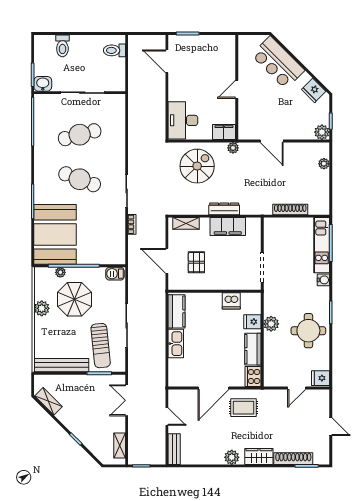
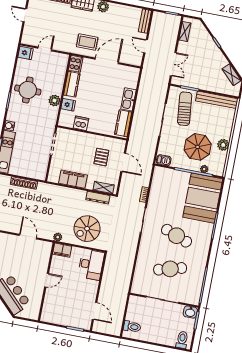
toilet: (62, 46) -> (182, 340), moved
dresser: (224, 209) -> (98, 198), moved

